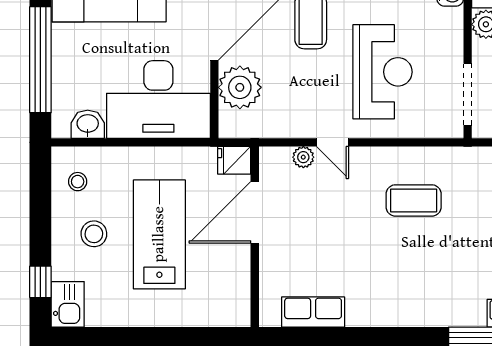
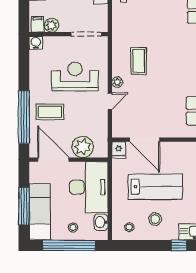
stool: (77, 68) -> (73, 228), added
plant: (303, 157) -> (117, 82), moved
lab bench: (159, 234) -> (155, 187), turned 180

